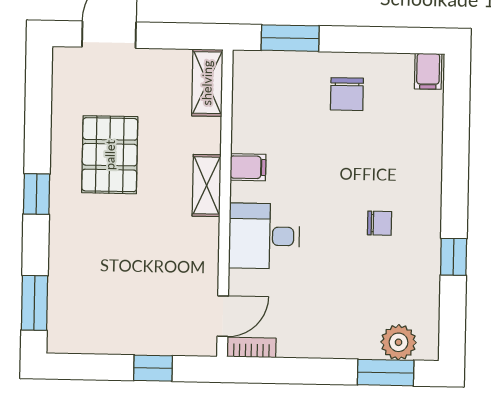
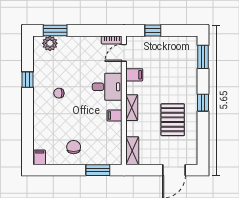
filing cabinet: (199, 263) -> (134, 75), added

